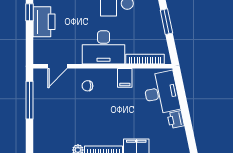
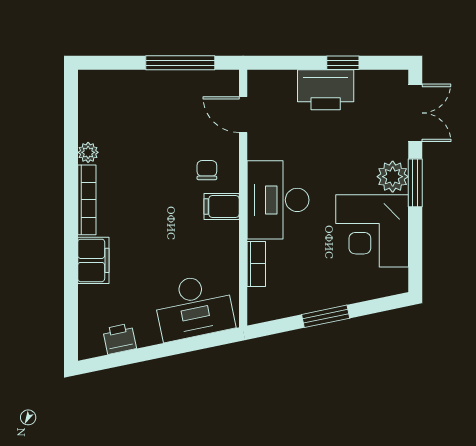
bookcase: (145, 59) -> (256, 264), width x0.64
filing cabinet: (125, 78) -> (222, 206), moved
printer: (176, 120) -> (120, 339), moved

